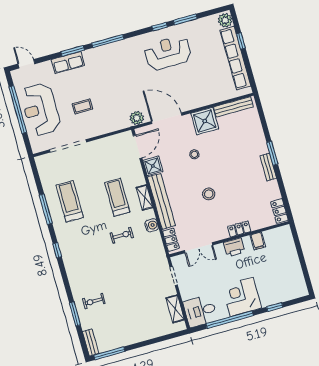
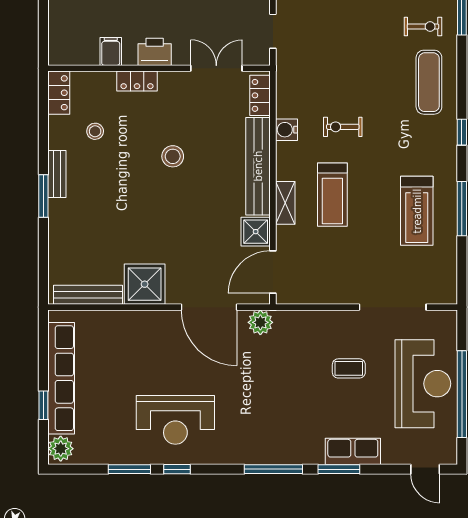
stool: (194, 154) -> (95, 131), moved
shelving: (145, 197) -> (285, 203), moved
exercise mat: (82, 272) -> (429, 82), added

